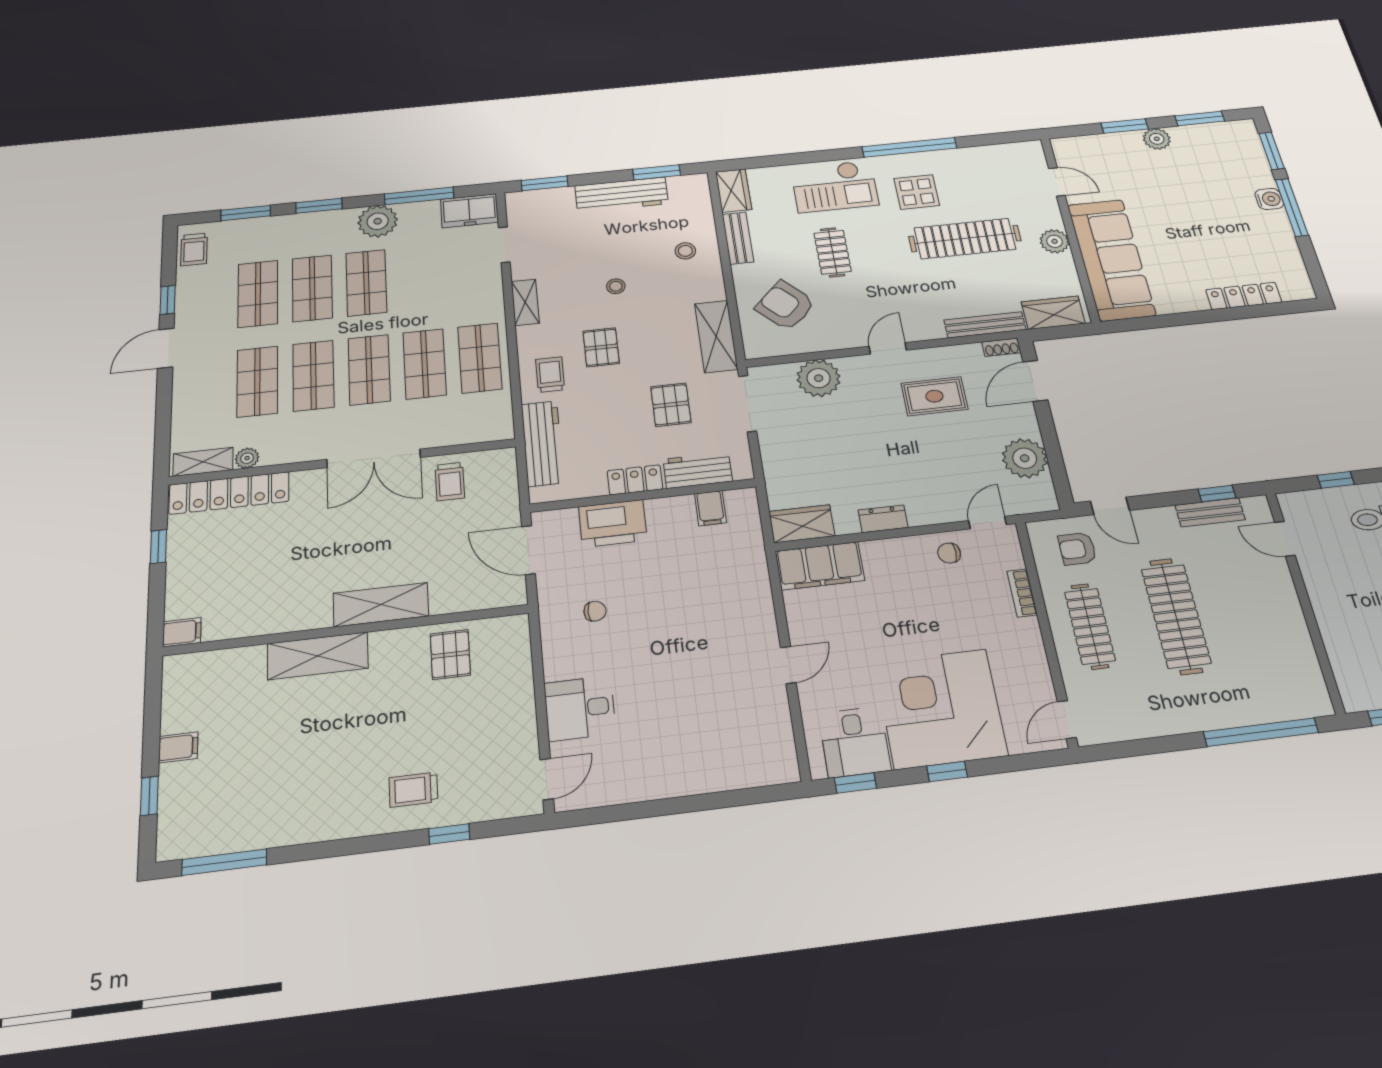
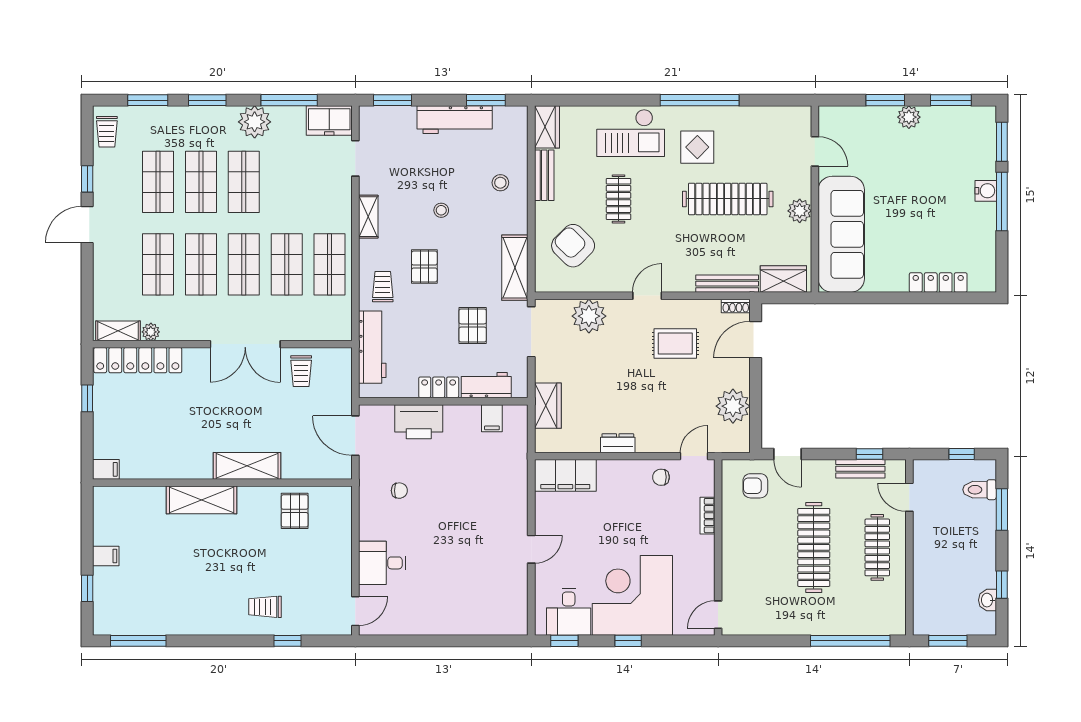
wardrobe: (802, 524) -> (548, 406), moved, turned 90
clothes rail: (1090, 626) -> (877, 547), moved

